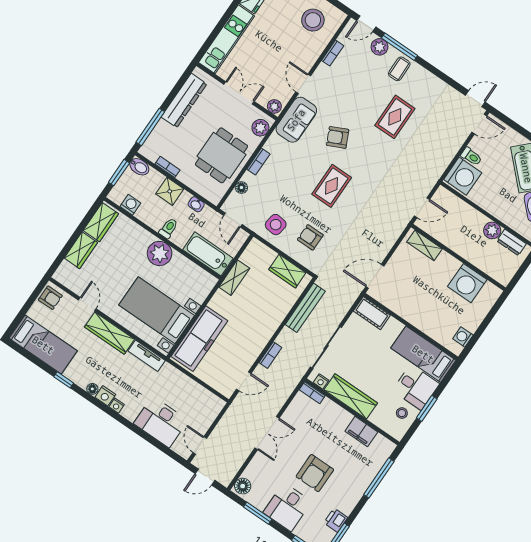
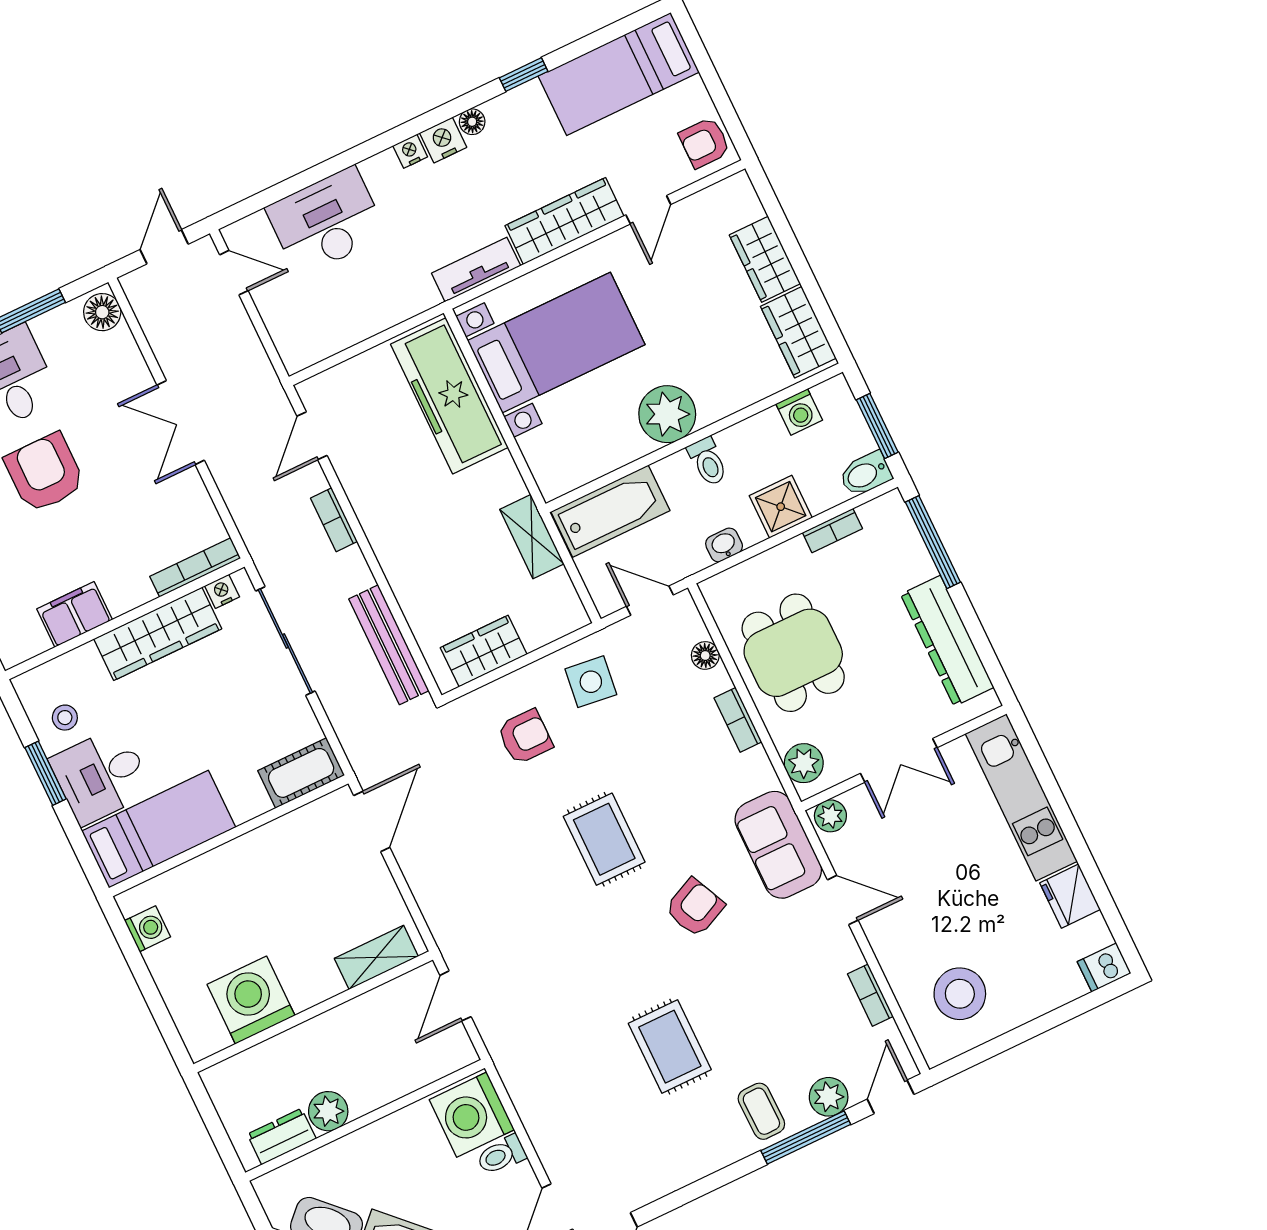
door: (87, 304) -> (648, 210), hinge flipped
bookcase: (312, 393) -> (195, 567), width x1.56

